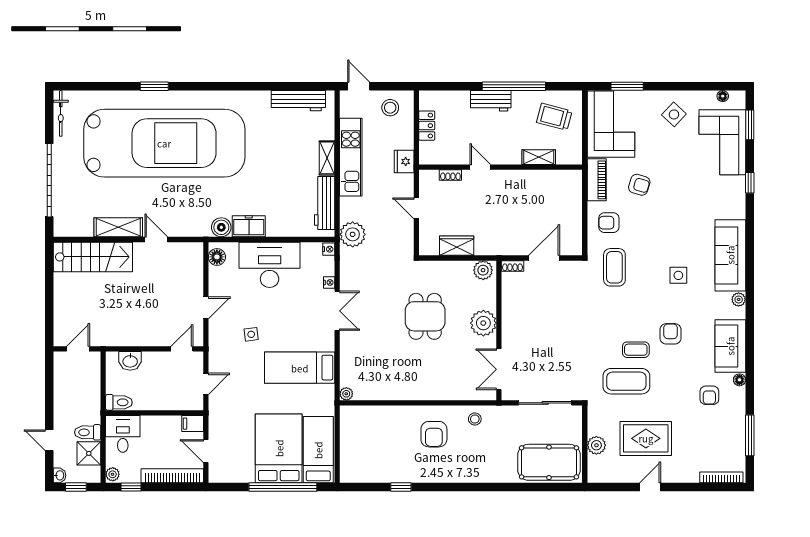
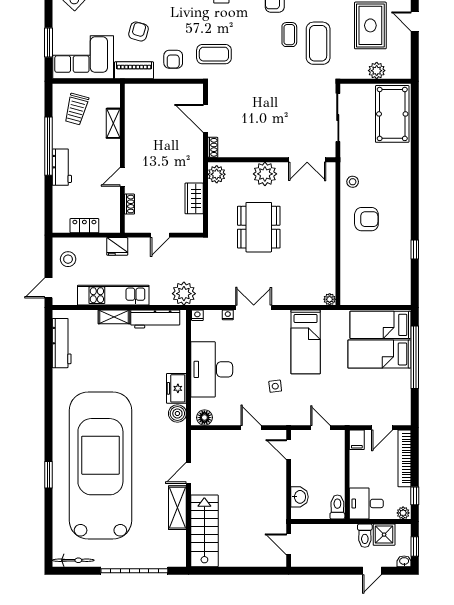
dining table: (425, 316) -> (259, 227), width x1.38
bed: (279, 448) -> (379, 354), width x0.67

